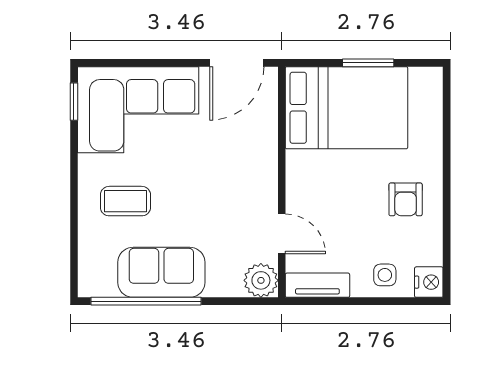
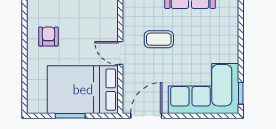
coffee table: (125, 201) -> (159, 39), moved
door: (282, 234) -> (120, 53), moved

